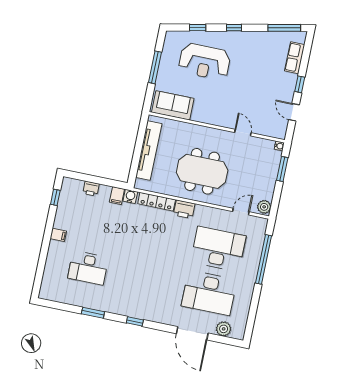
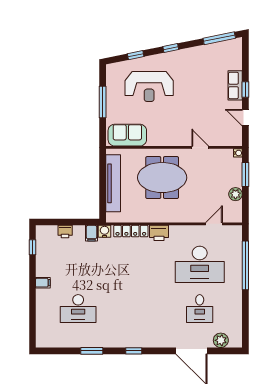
row of seats: (295, 58) -> (235, 85), moved
meeting table: (202, 171) -> (162, 178), moved
plant: (264, 207) -> (236, 194), moved
desk: (218, 249) -> (200, 264), turned 180
desk: (209, 293) -> (200, 309), width x0.53, depth x0.77

